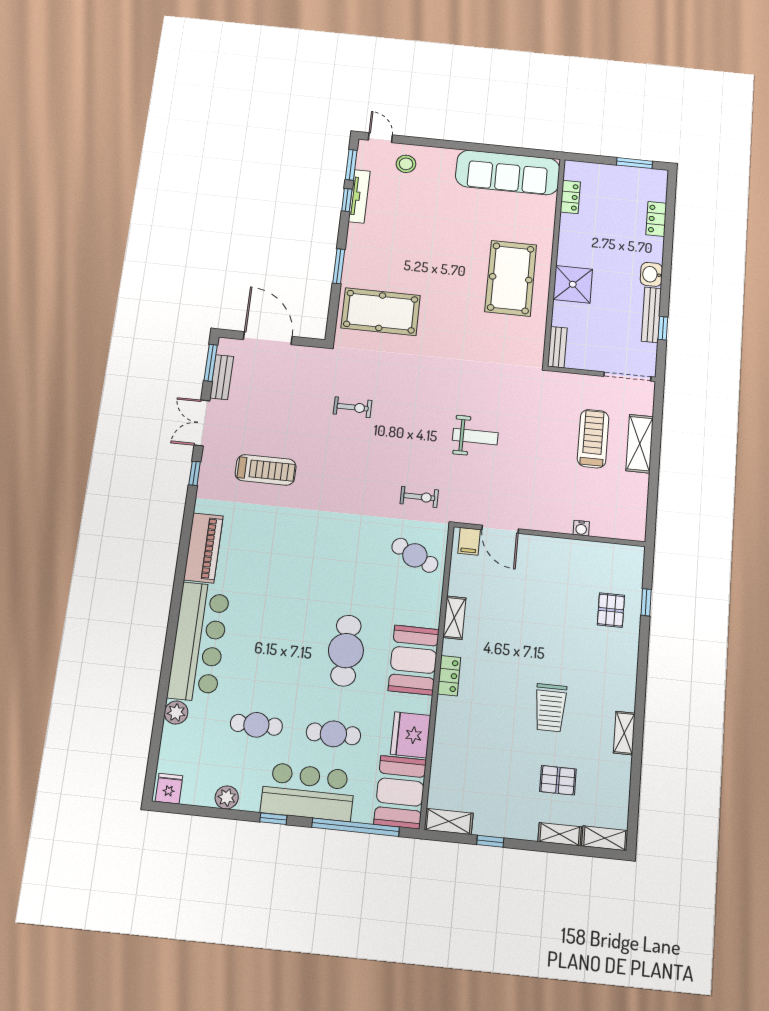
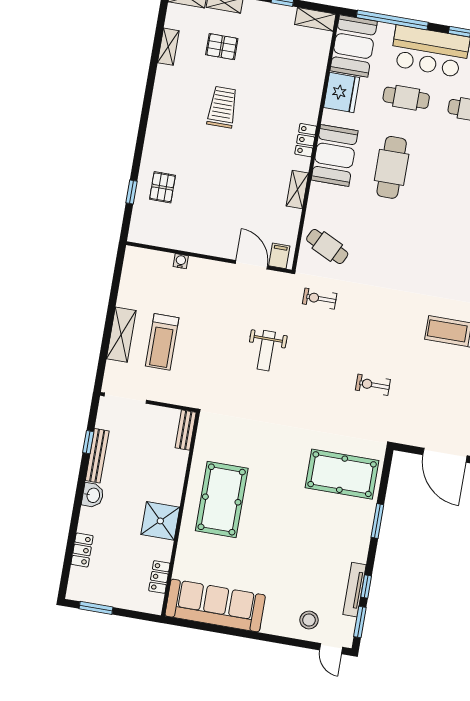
shower: (573, 284) -> (160, 521), moved
weight bench: (475, 437) -> (266, 351), turned -90
shelving: (624, 733) -> (168, 47), moved

